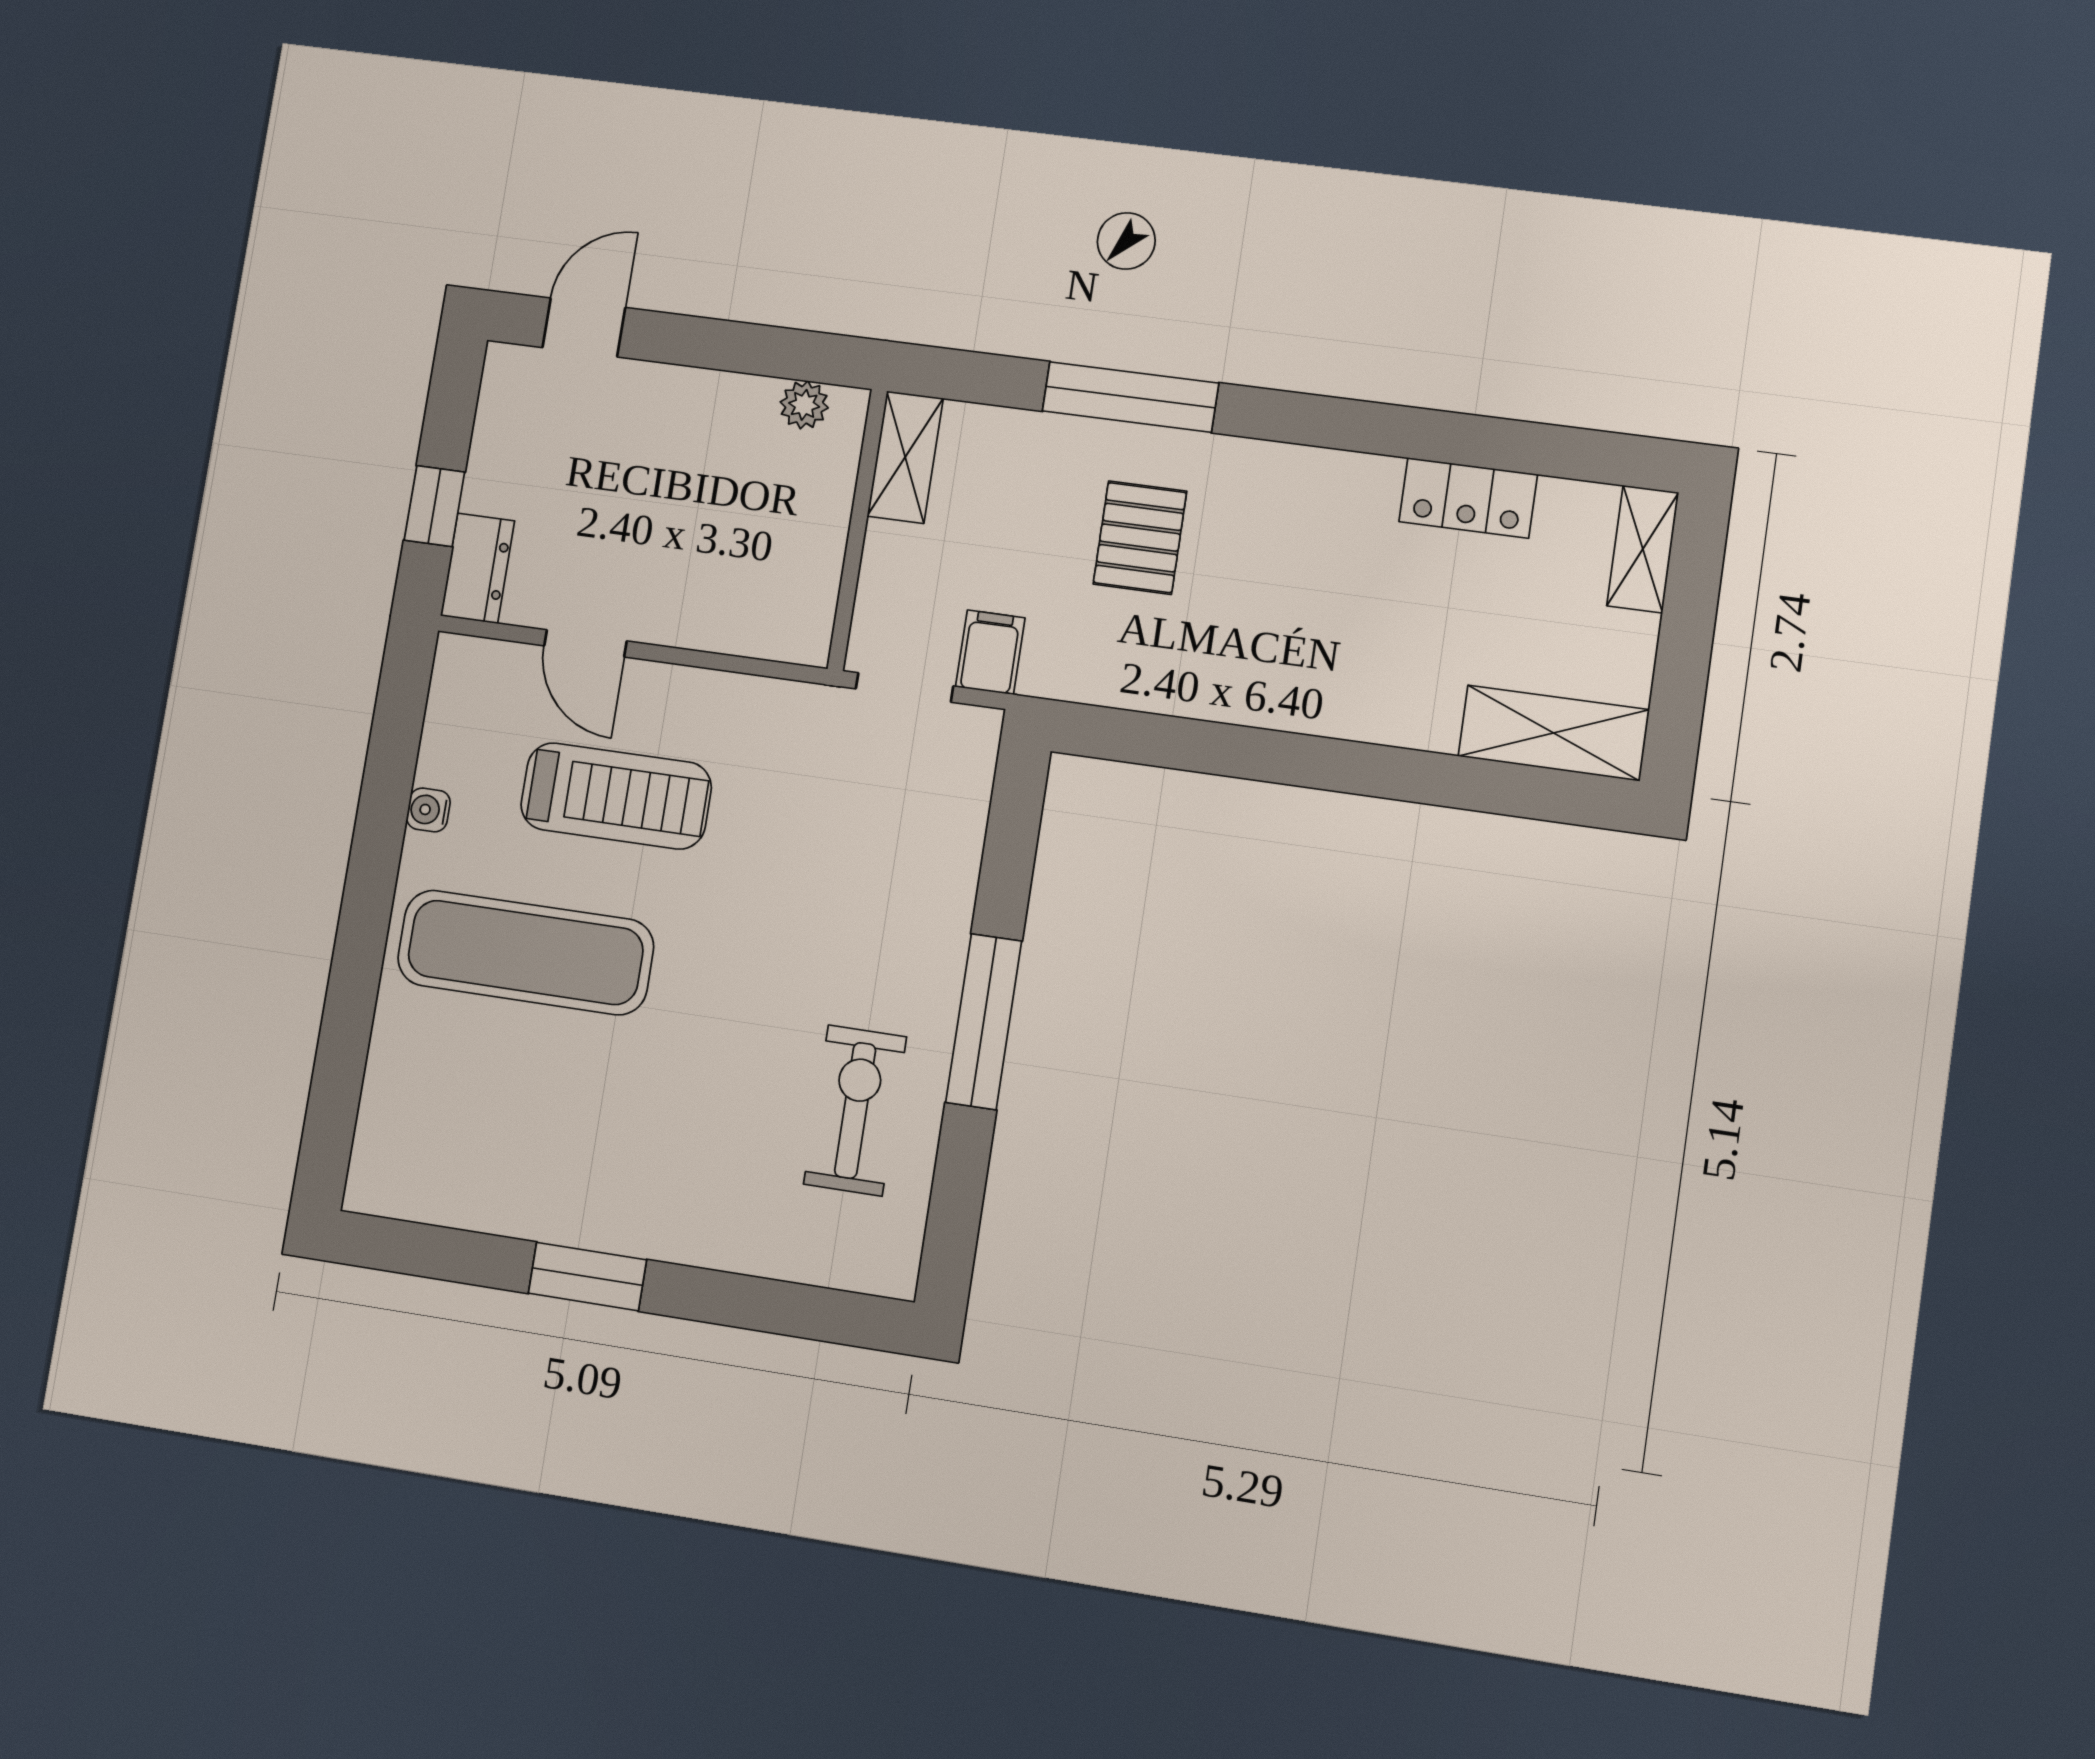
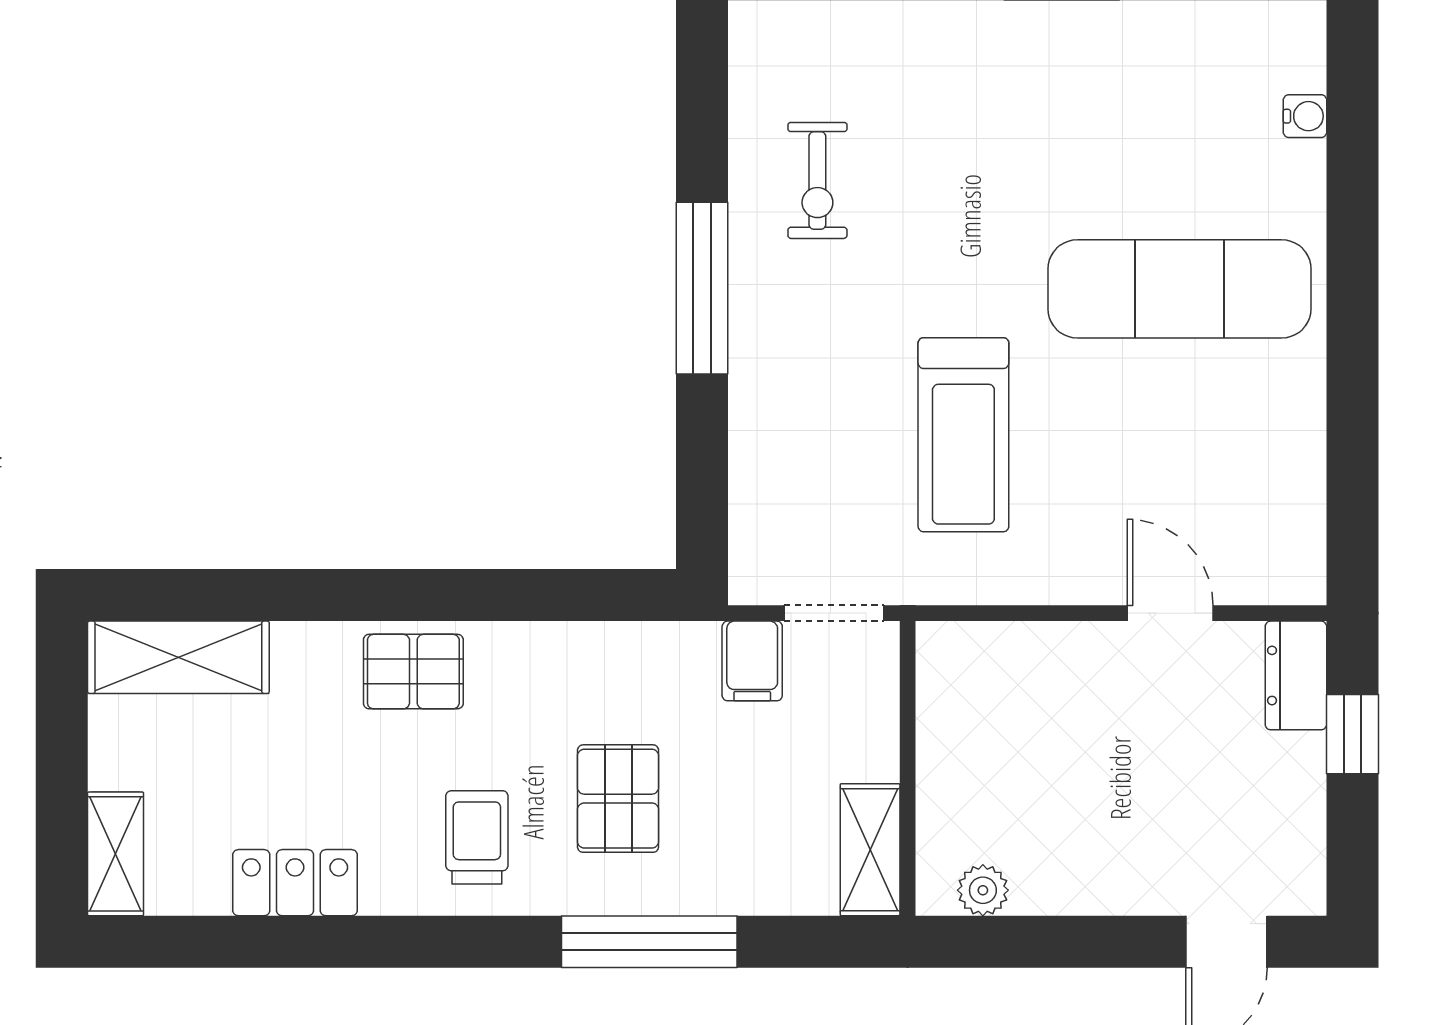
trolley: (1283, 518) -> (477, 837), added
pallet: (1322, 687) -> (413, 672), added
treadmill: (616, 796) -> (963, 435), moved, turned -90
water cooler: (428, 810) -> (1305, 116), moved
exercise bike: (855, 1110) -> (817, 180), width x0.73, depth x0.72

